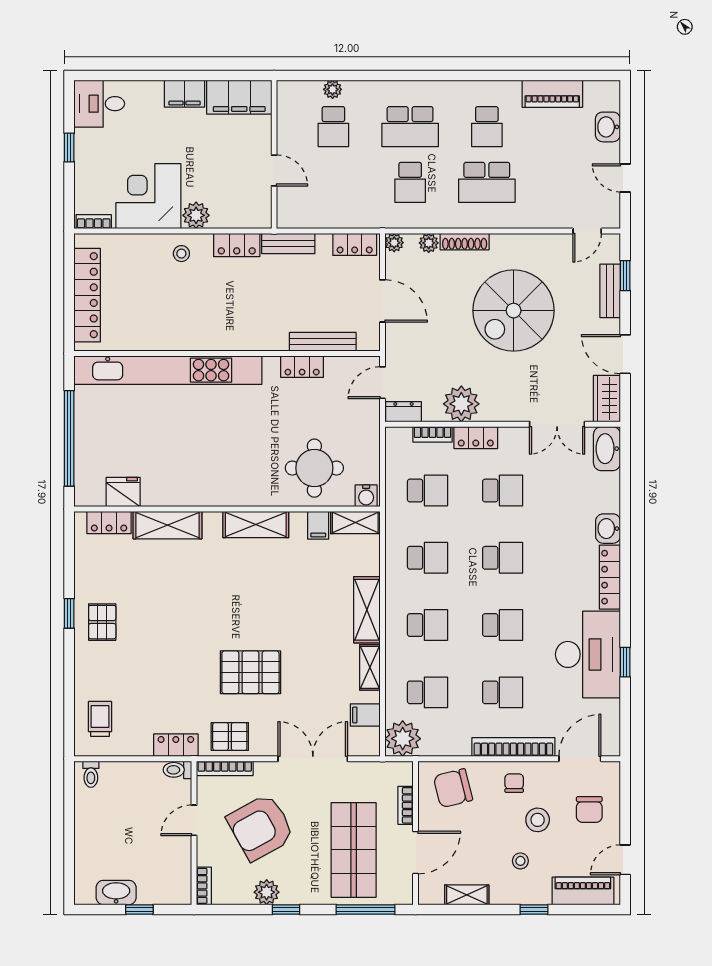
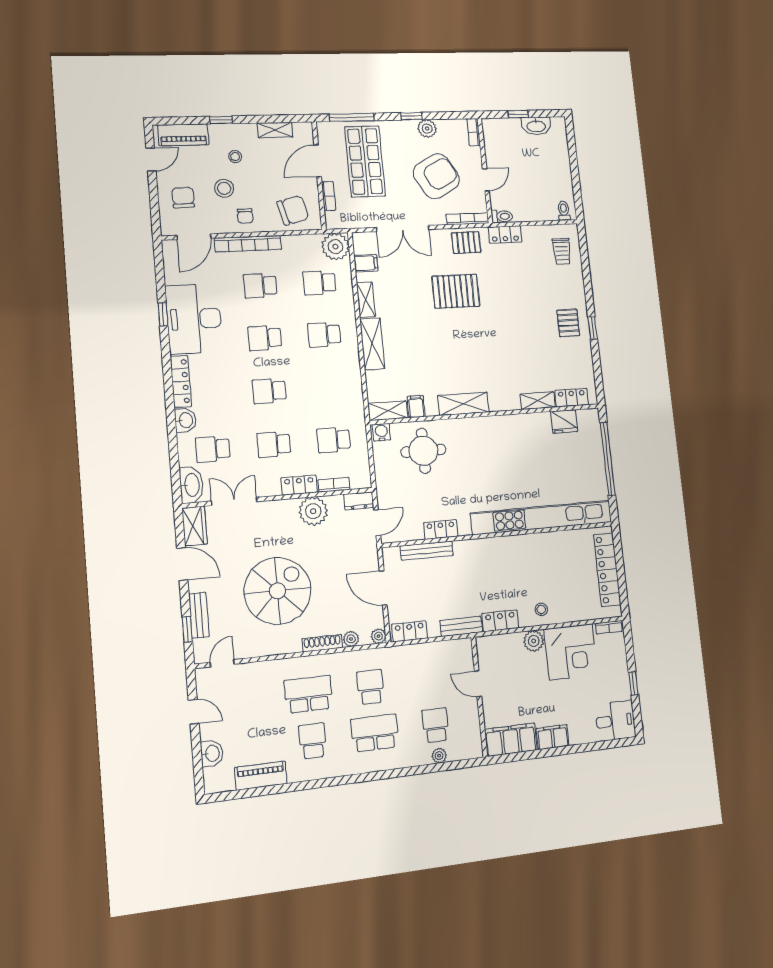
shelving: (167, 525) -> (538, 401), width x0.67, depth x0.75
school desk: (428, 558) -> (213, 449), moved

